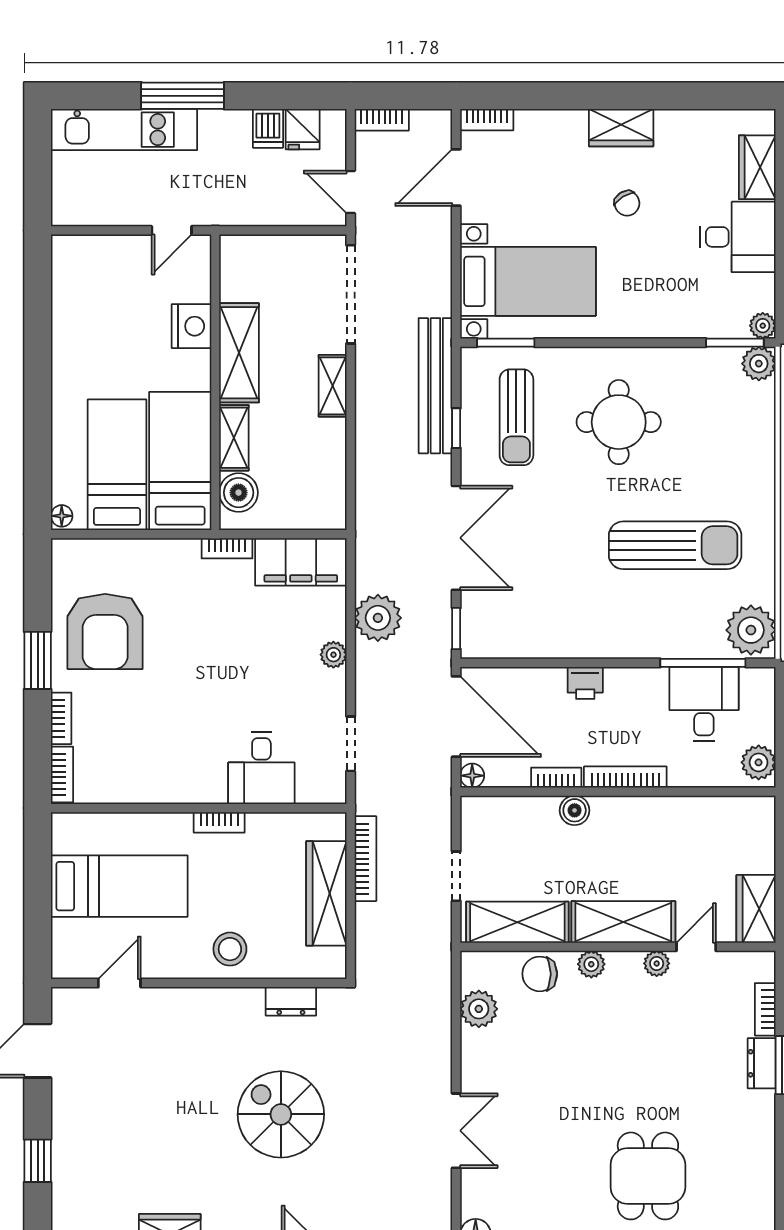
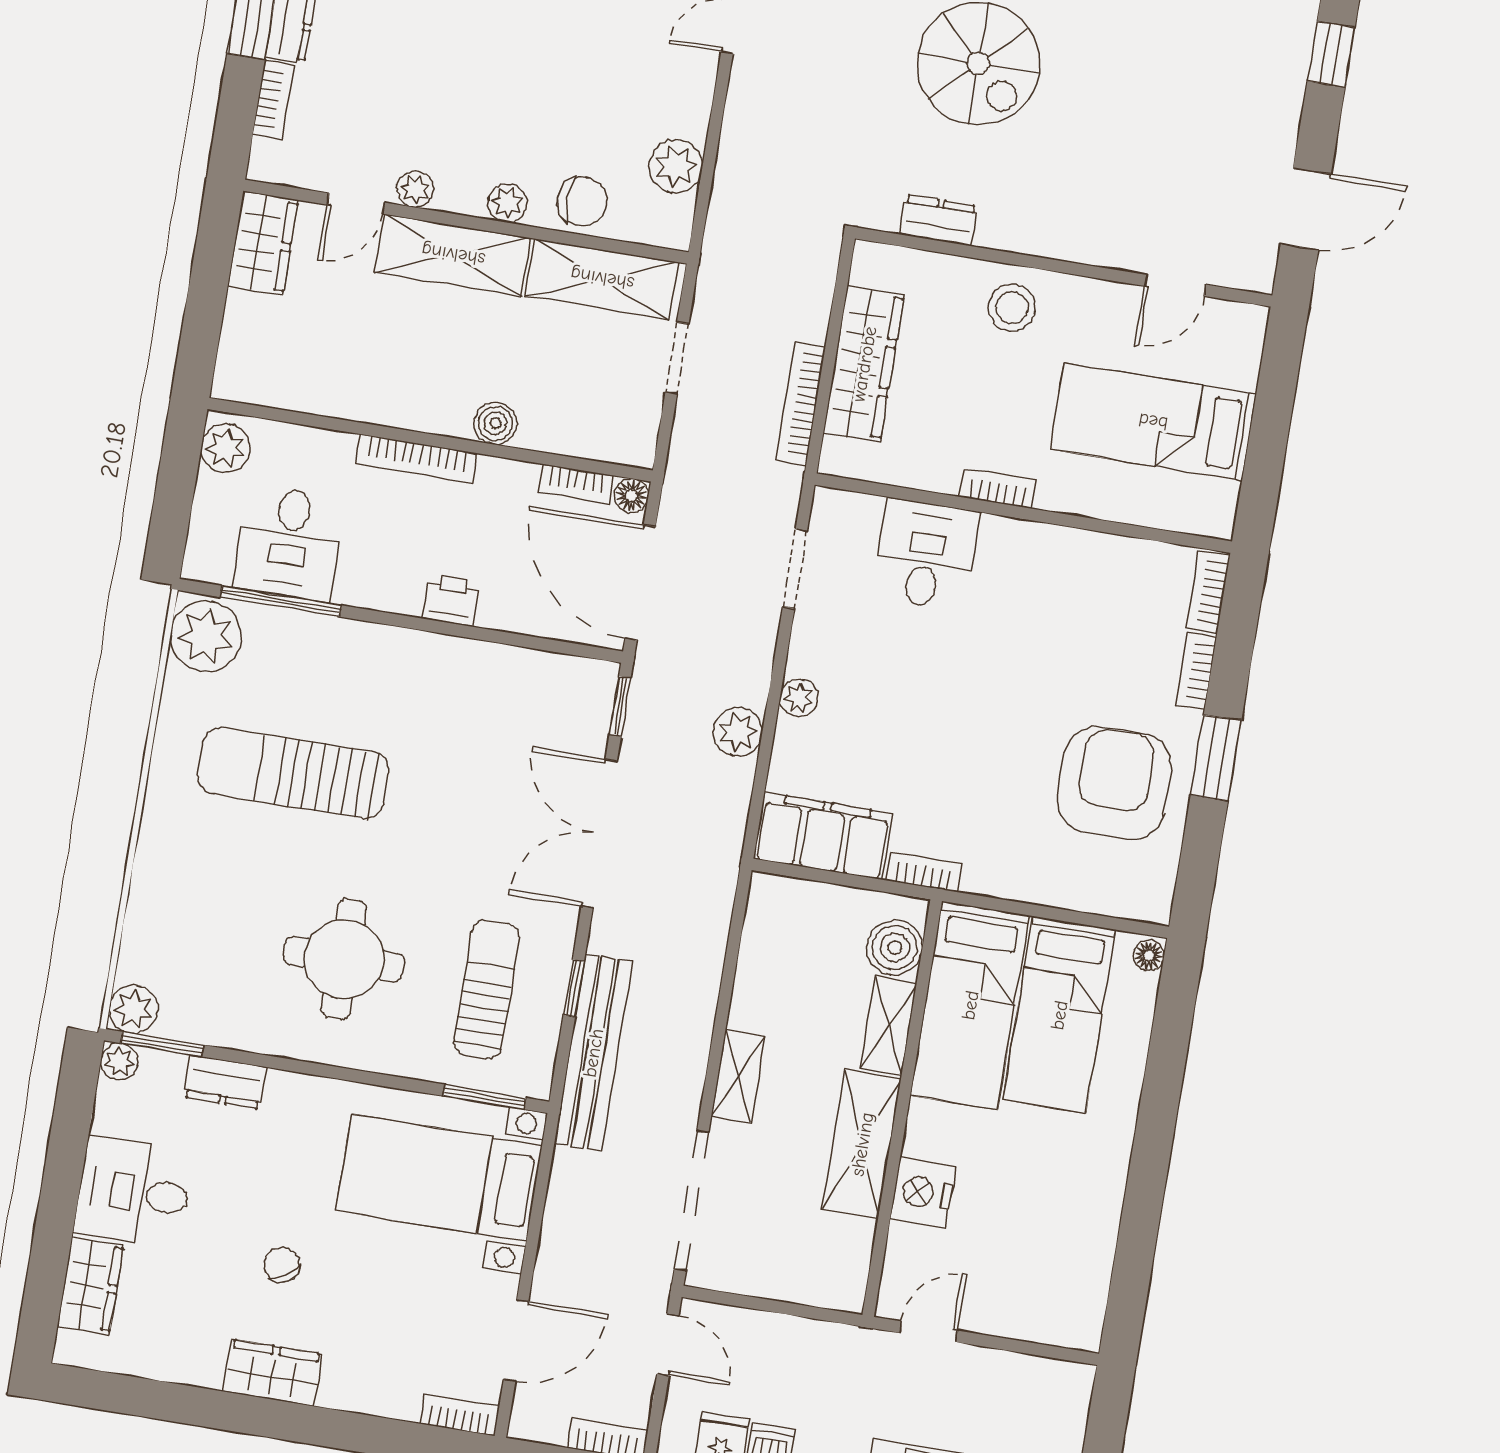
dresser: (687, 324) -> (225, 1082), added
plant: (378, 618) -> (738, 732), width x0.73, depth x0.73
bookcase: (556, 778) -> (576, 484), moved

